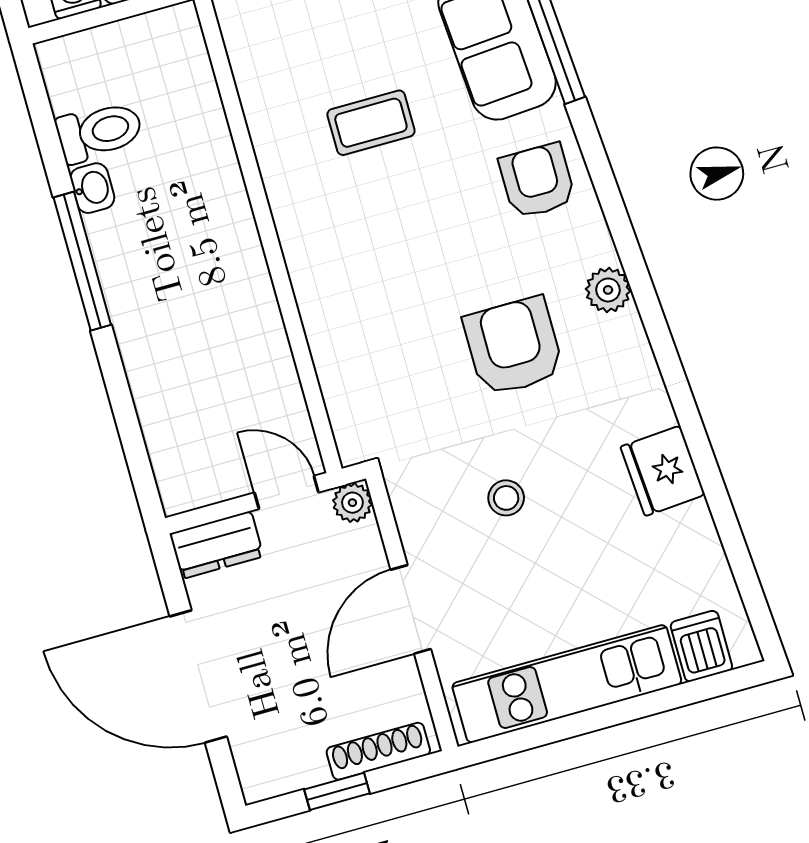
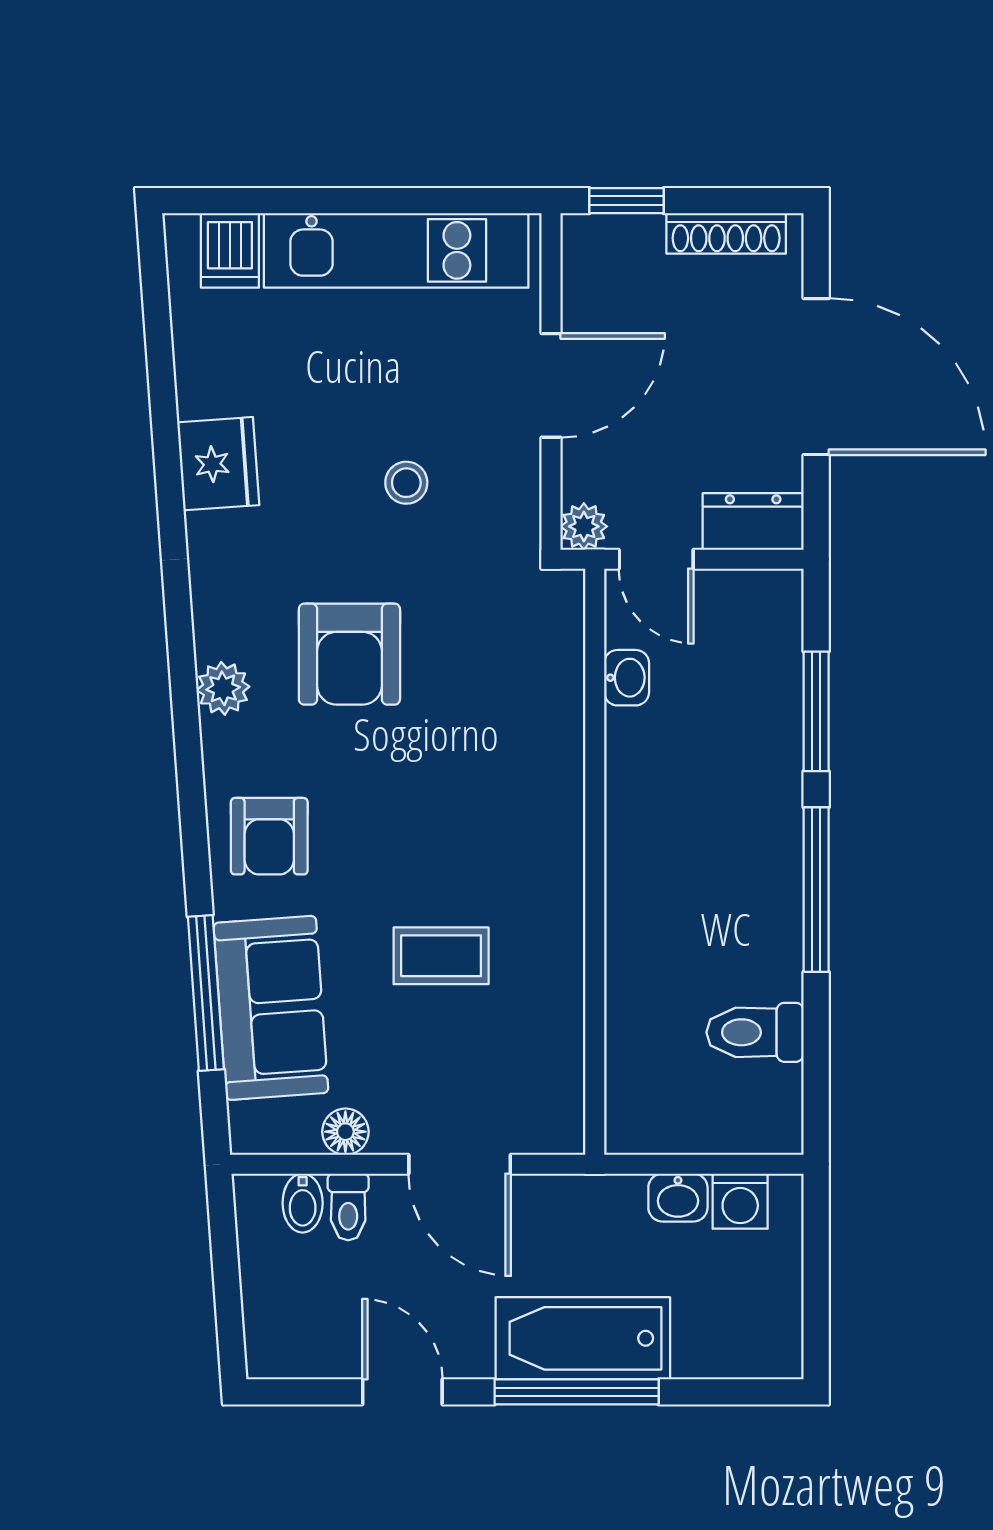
washbasin: (92, 188) -> (627, 678), moved, turned 180
window: (123, 405) -> (816, 711), added
shoe rack: (378, 751) -> (726, 233), moved
window: (337, 791) -> (627, 201), moved

